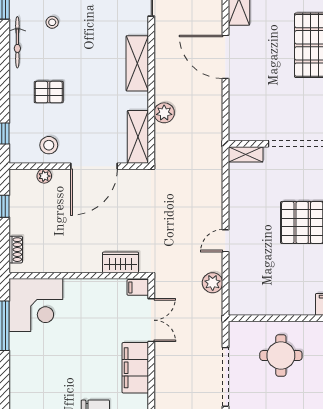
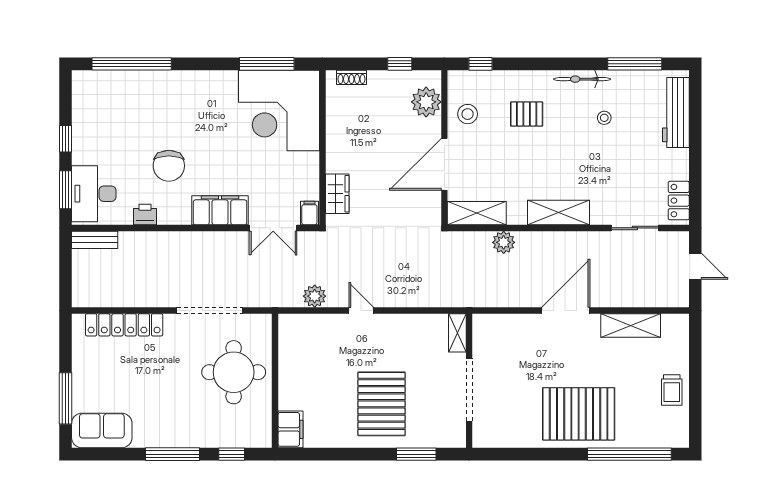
pallet: (49, 92) -> (527, 114), turned 90
door: (94, 166) -> (444, 164), hinge flipped
plant: (44, 176) -> (426, 102), width x1.87, depth x1.87
corner desk: (36, 305) -> (279, 110), width x1.36, depth x1.36
round table: (281, 356) -> (234, 372), width x1.36, depth x1.36

